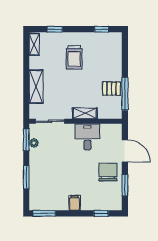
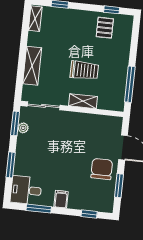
trolley: (74, 57) -> (84, 70), moved, turned -90
pallet: (112, 89) -> (105, 28), moved, turned 90
desk: (87, 137) -> (26, 190), moved, turned -90
window: (44, 213) -> (39, 209), moved

